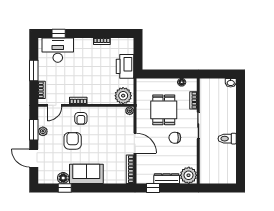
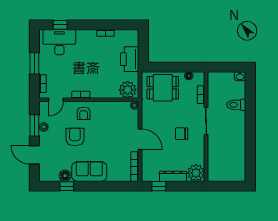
dining table: (164, 110) -> (163, 88), moved, turned 90
toilet: (227, 139) -> (236, 105), moved

